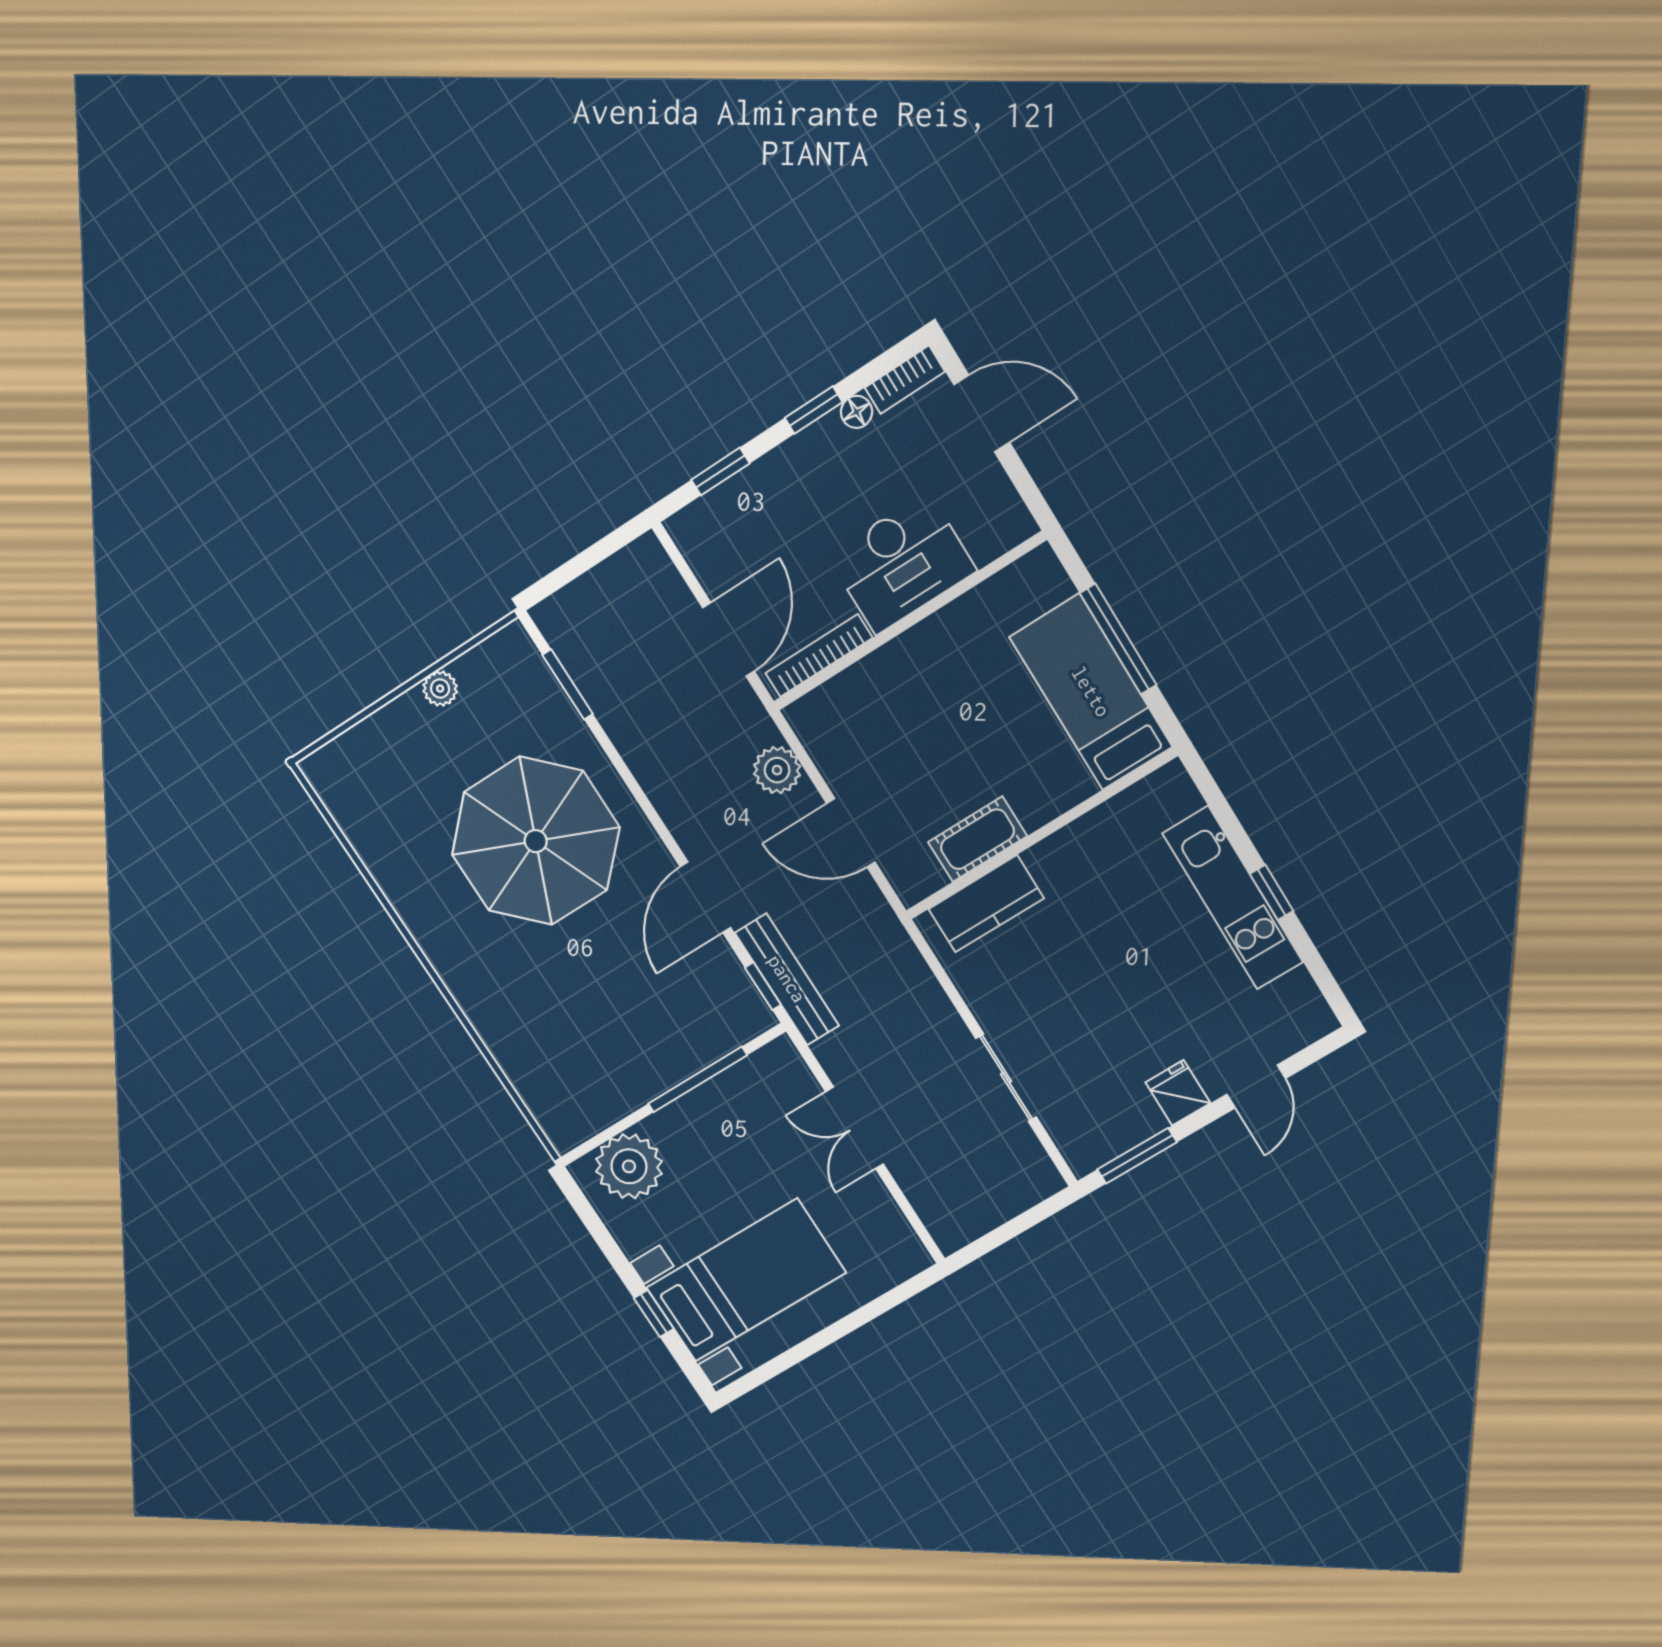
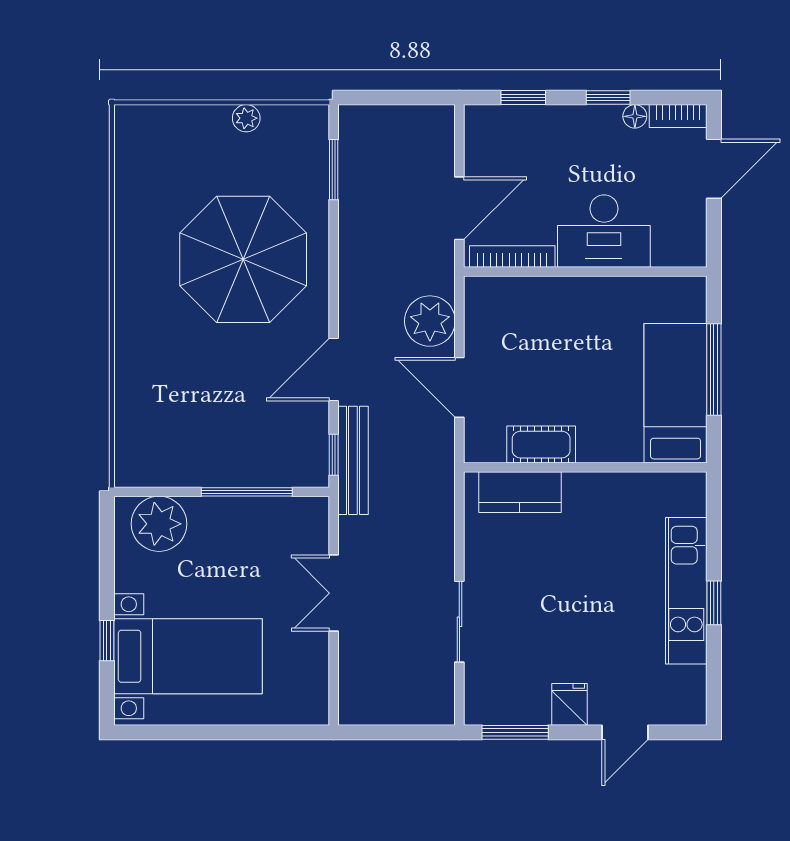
door: (982, 414) -> (714, 169), hinge flipped
plant: (777, 770) -> (430, 321), width x1.36, depth x1.36

